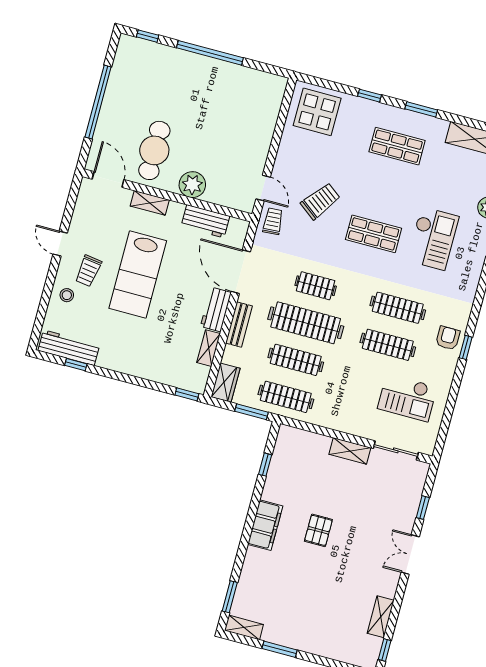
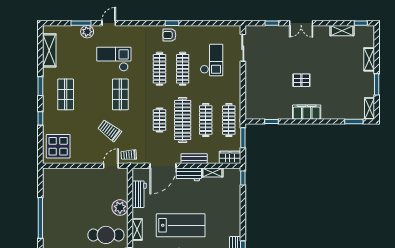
checkout: (407, 398) -> (212, 60), moved
shelving: (350, 451) -> (369, 59), moved

